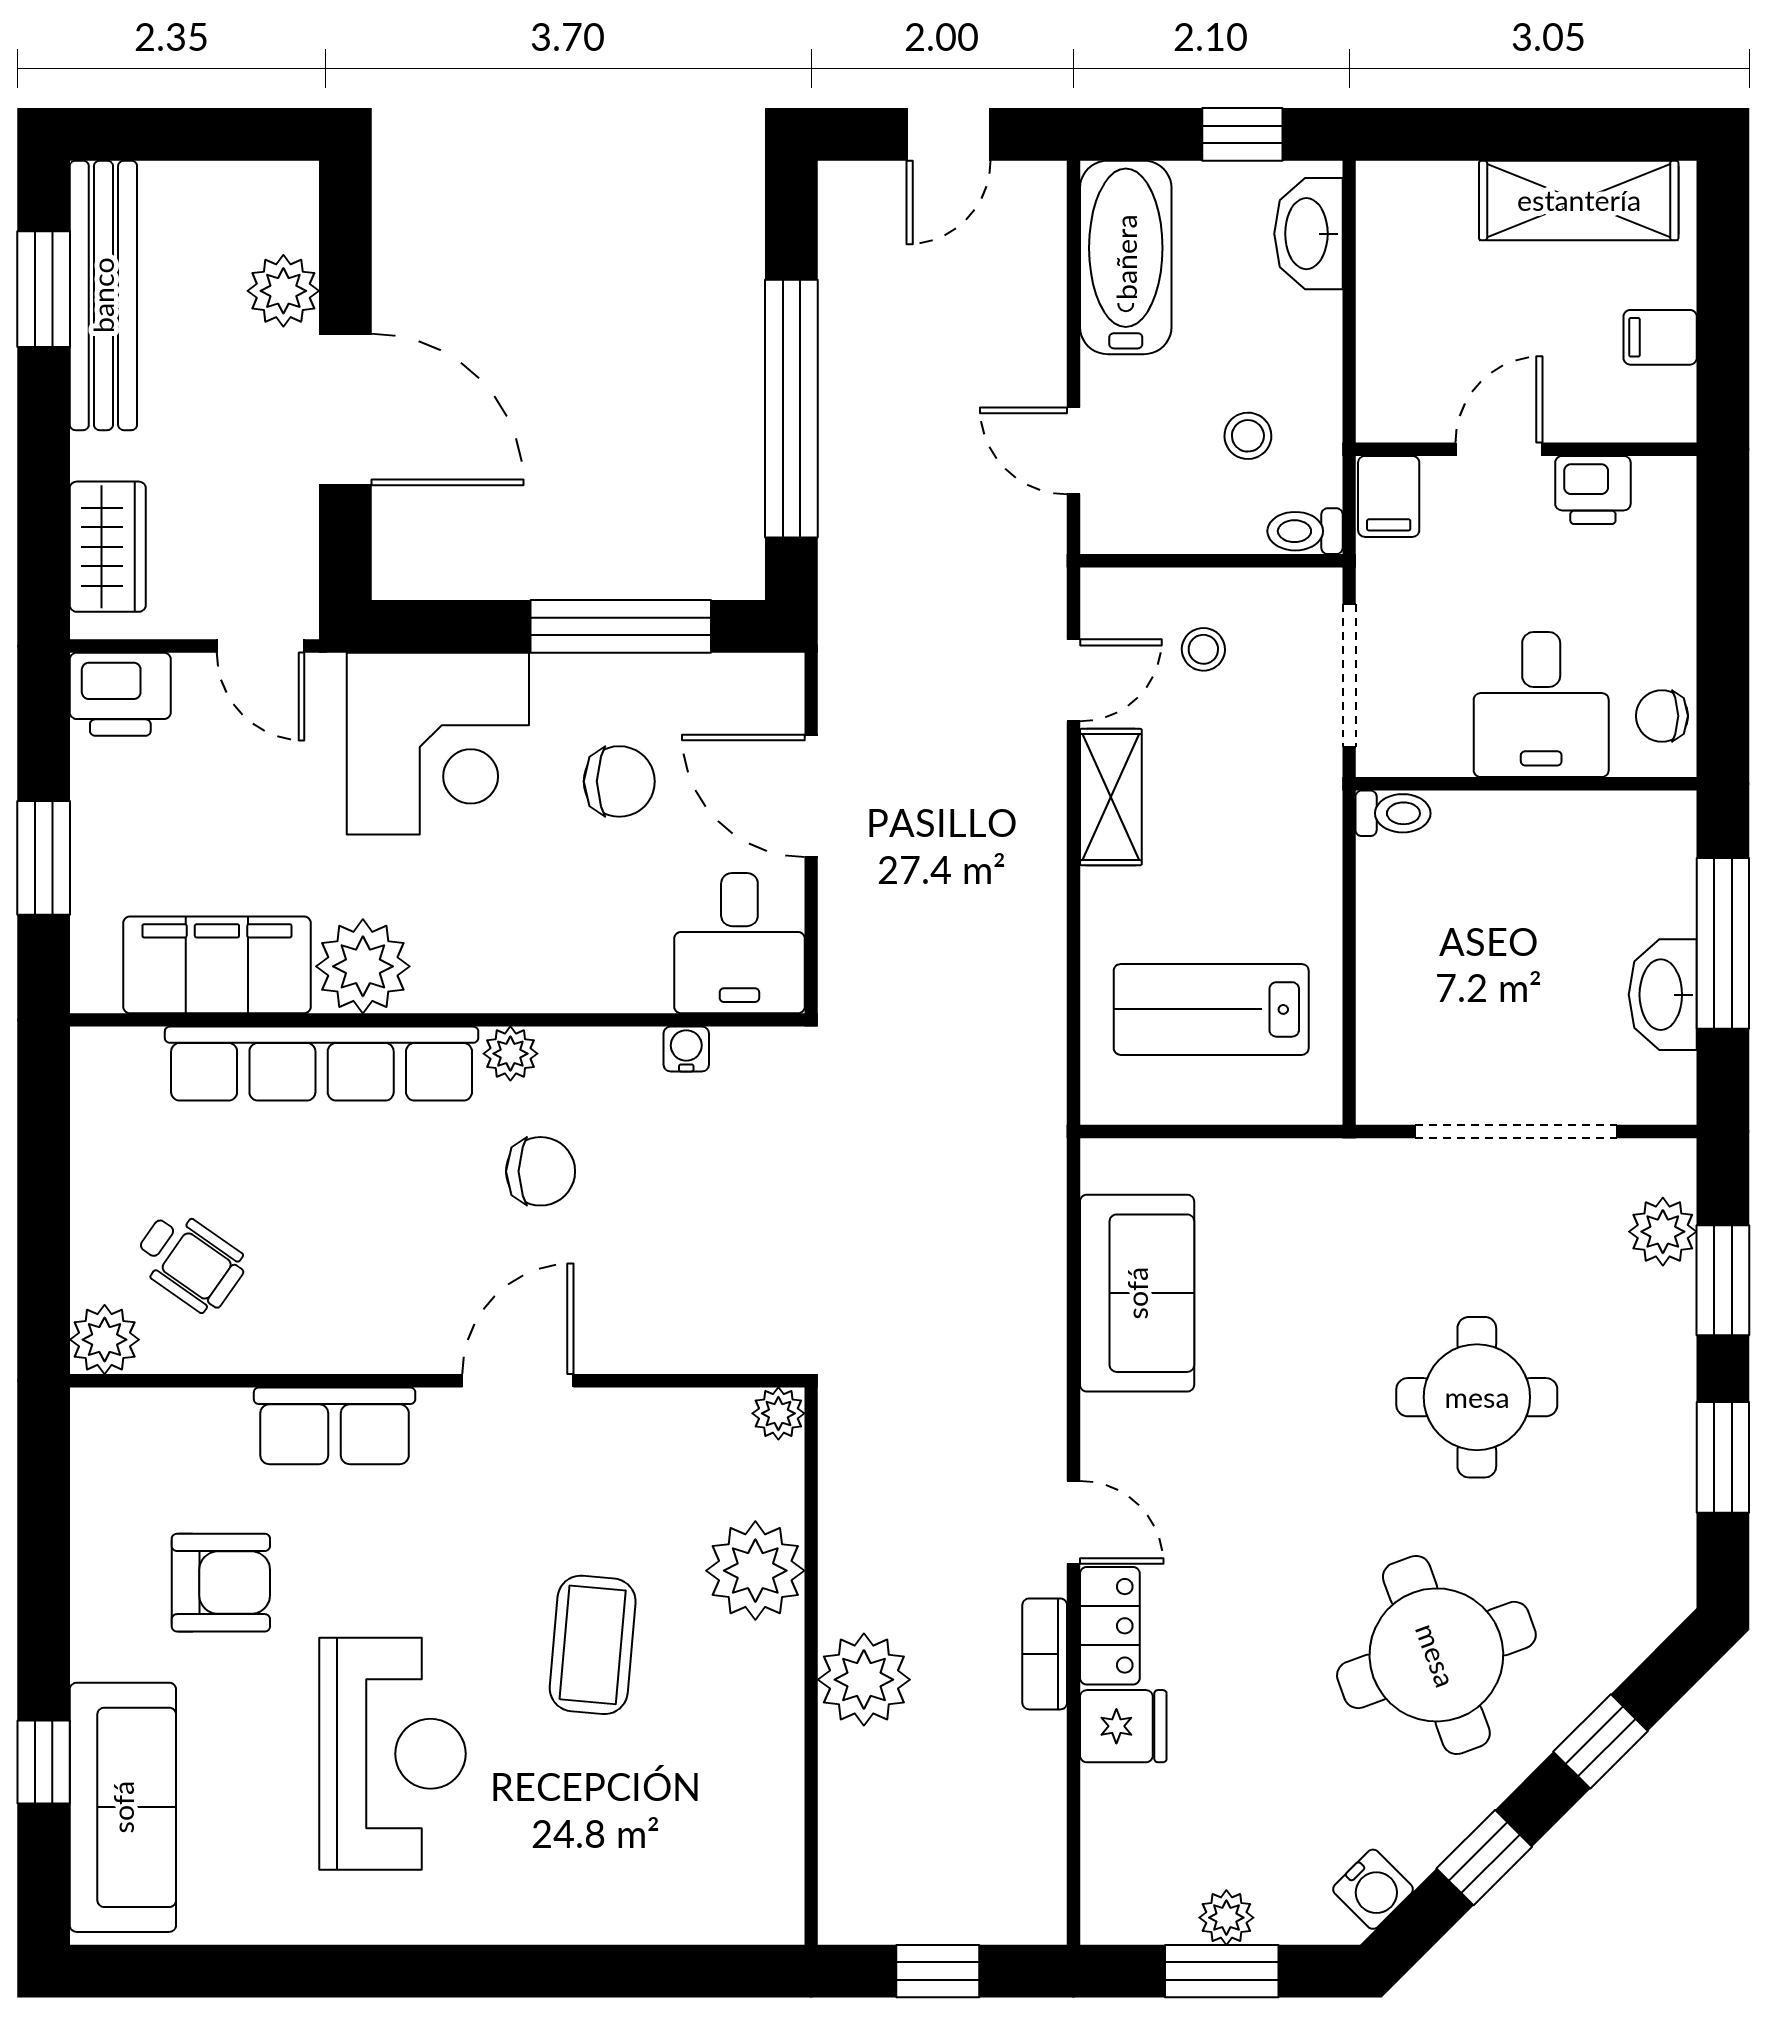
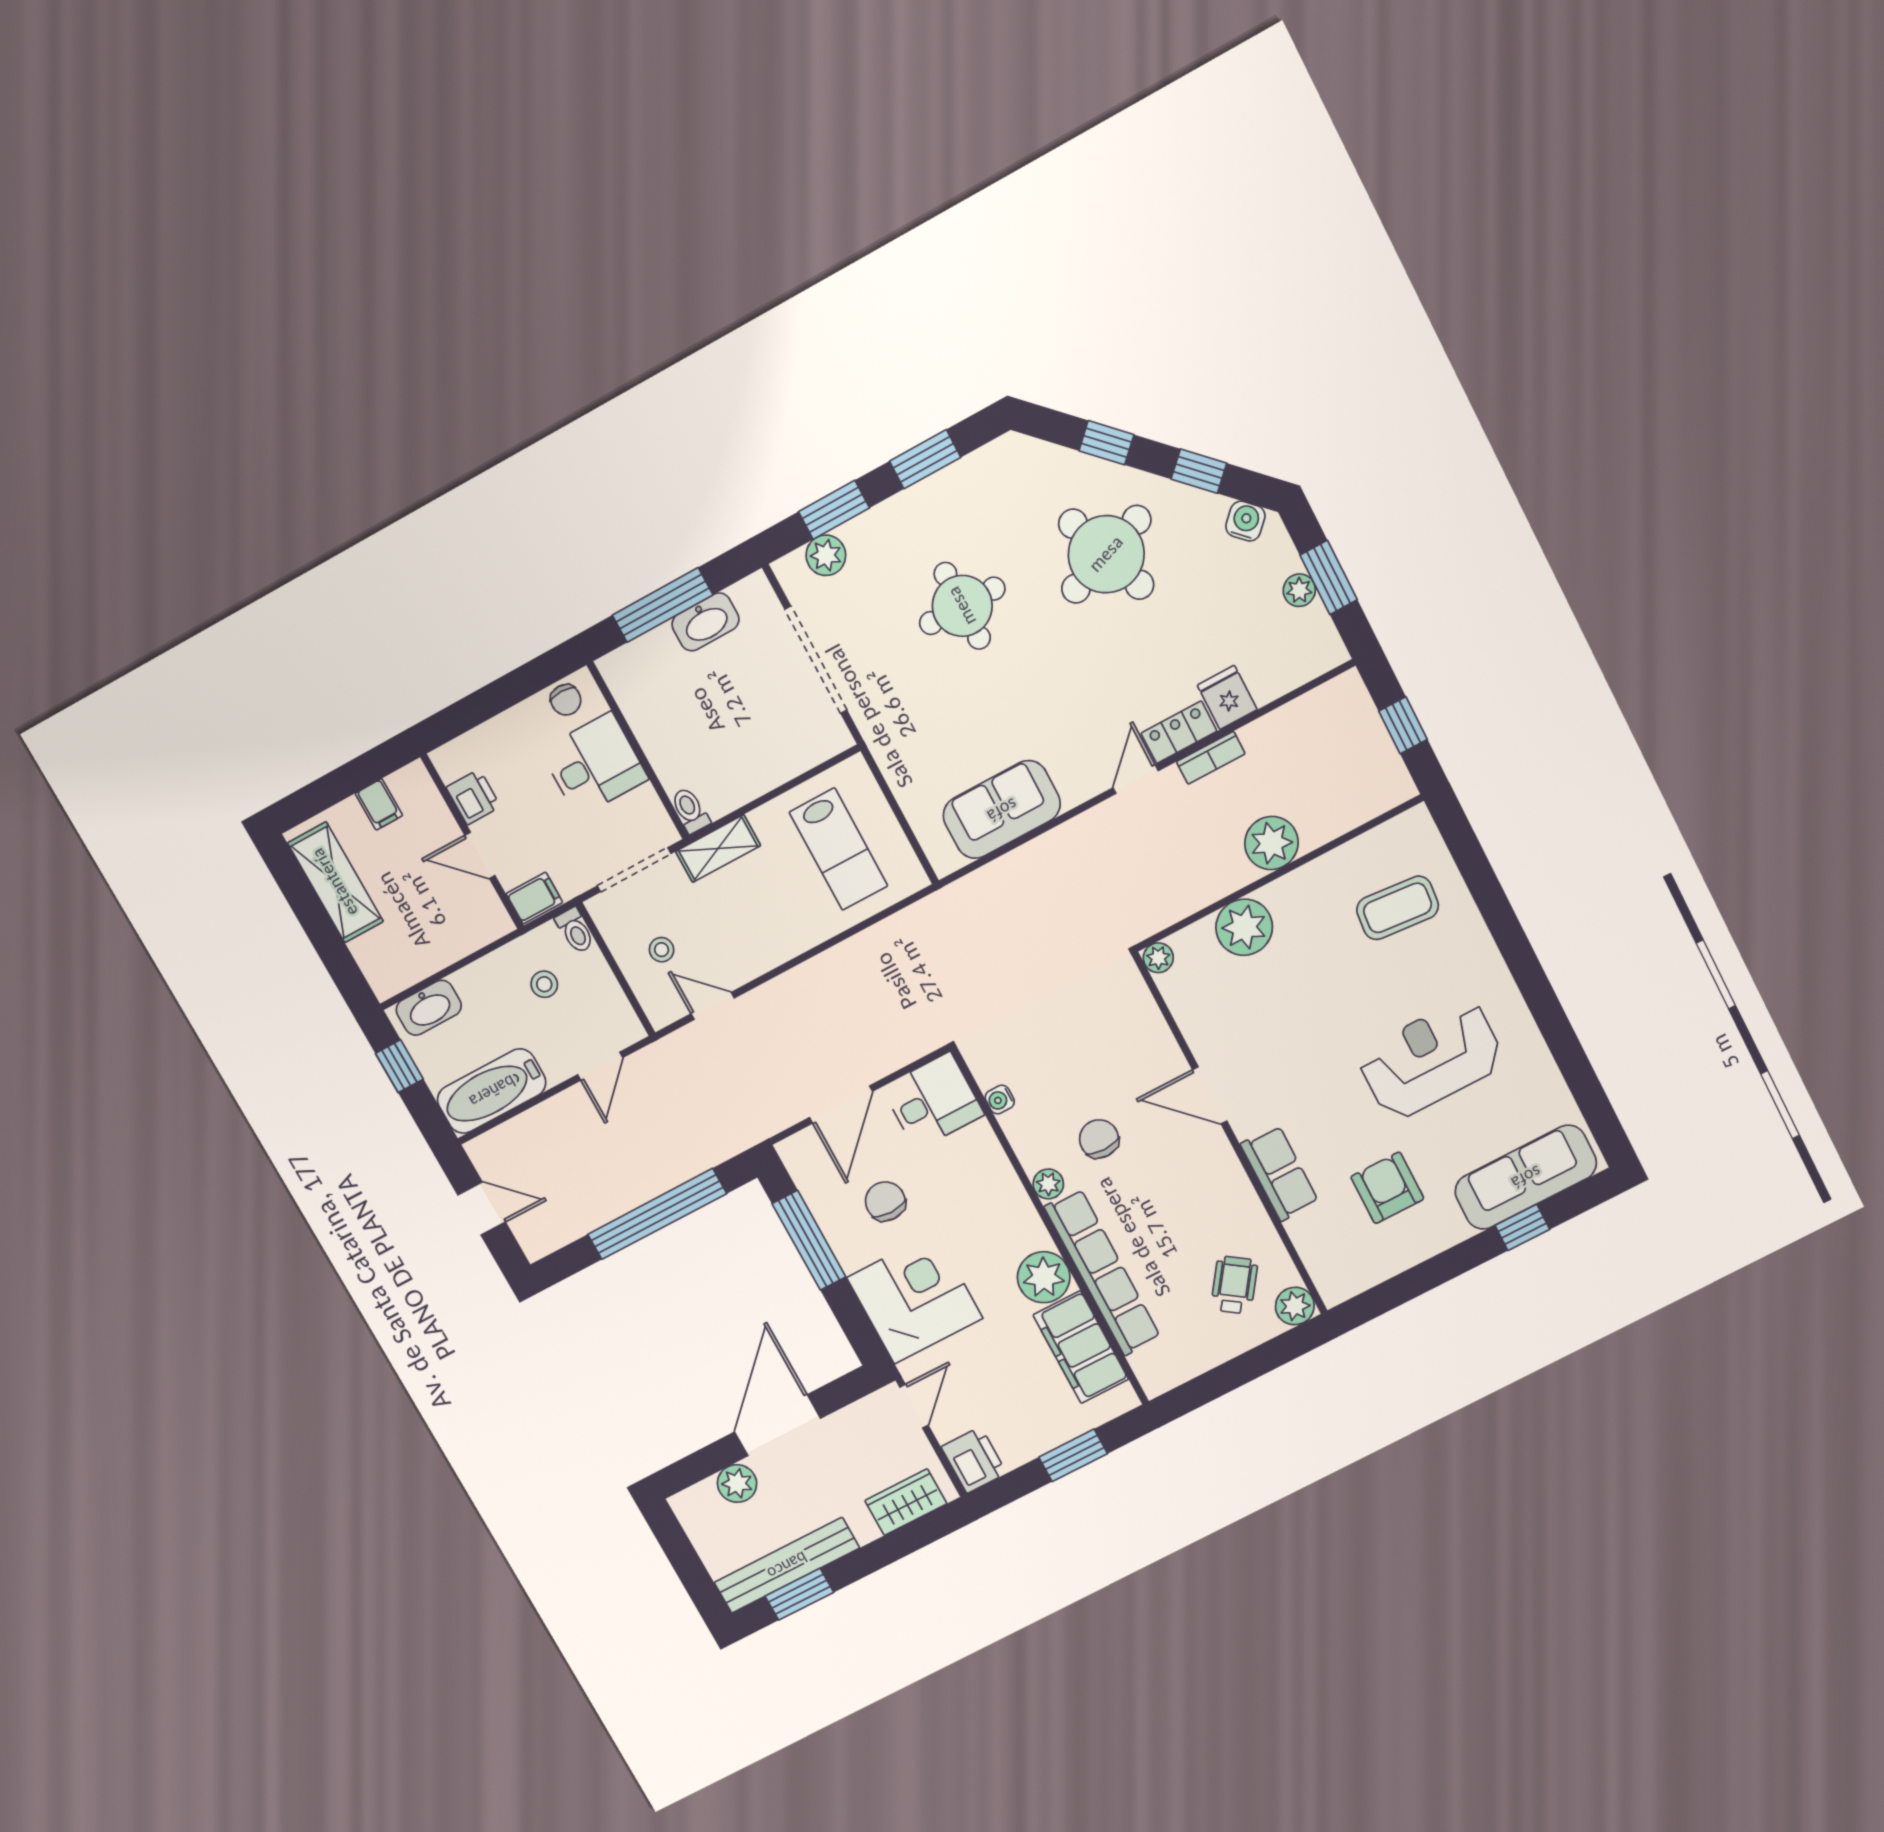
shelving: (1111, 797) -> (718, 849), moved
coffee table: (593, 1645) -> (1398, 908), moved

